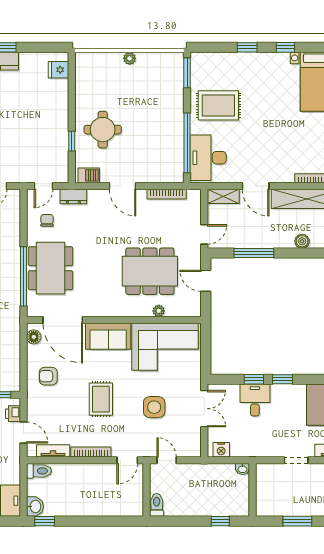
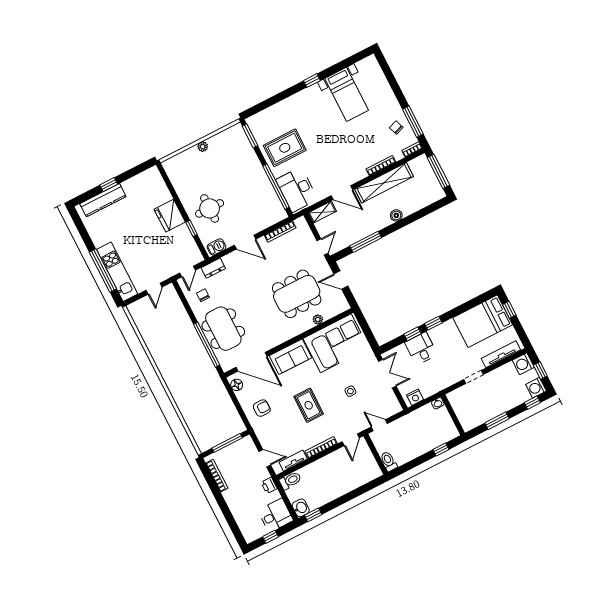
window: (247, 47) -> (284, 95), removed
fridge: (59, 70) -> (170, 216), moved, width x1.88, depth x1.34
armchair: (48, 376) -> (262, 408), turned 180
side table: (154, 407) -> (350, 391), width x0.54, depth x0.54
printer: (13, 414) -> (269, 485), moved

